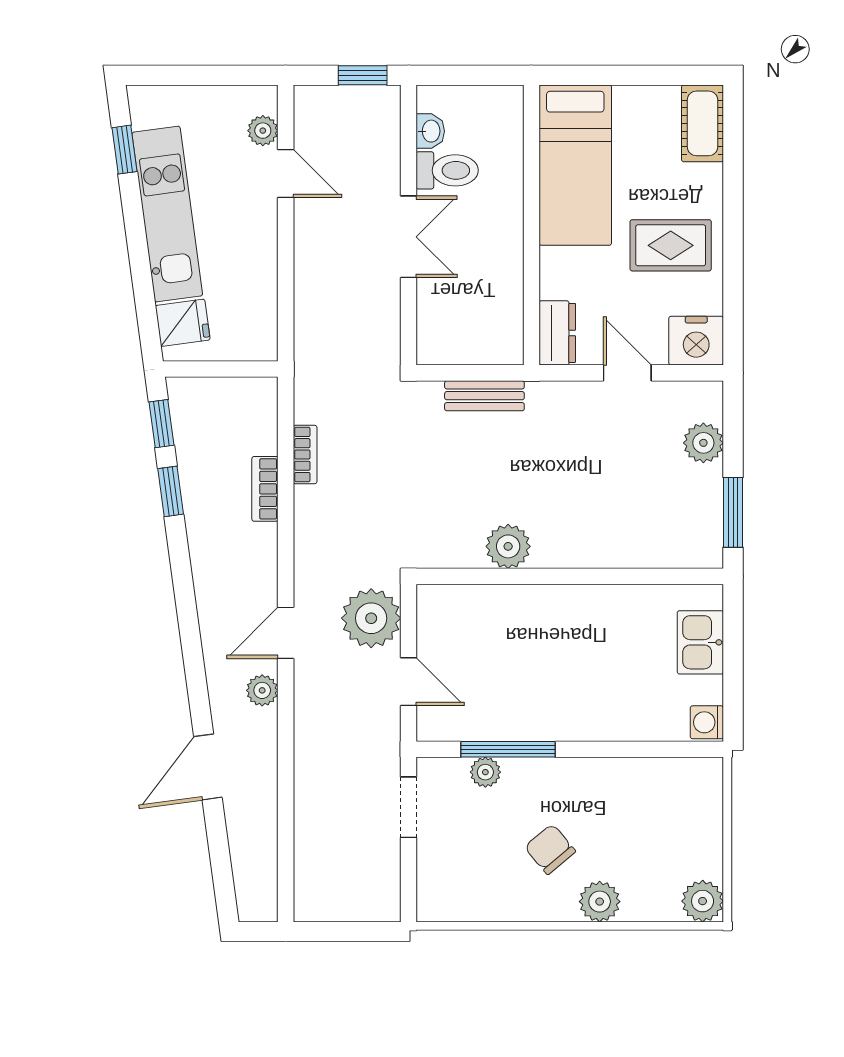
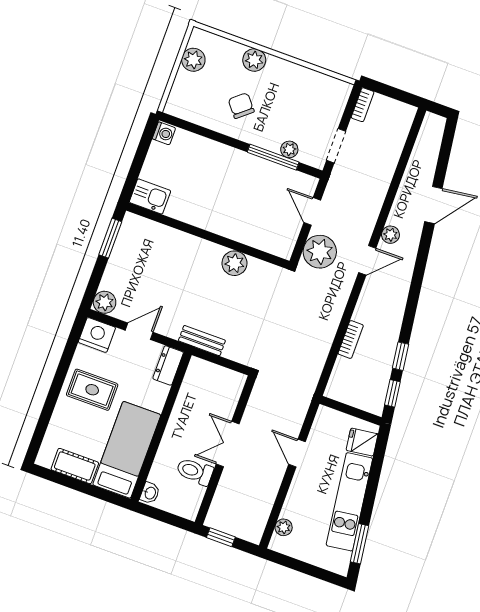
cot: (703, 123) -> (75, 466), moved, turned 90
washbasin: (430, 131) -> (150, 493), moved, turned 180
window: (125, 150) -> (360, 544), width x1.50
door: (286, 173) -> (297, 453), moved
door: (627, 373) -> (139, 331), swing flipped
bench: (484, 396) -> (202, 341), moved
plant: (703, 443) -> (105, 302), moved
bookcase: (305, 454) -> (363, 105), moved, turned 180
kitchen sink: (700, 642) -> (150, 196), moved, turned -90
chair: (550, 849) -> (241, 106), moved, turned 180
plant: (703, 901) -> (193, 60), moved

